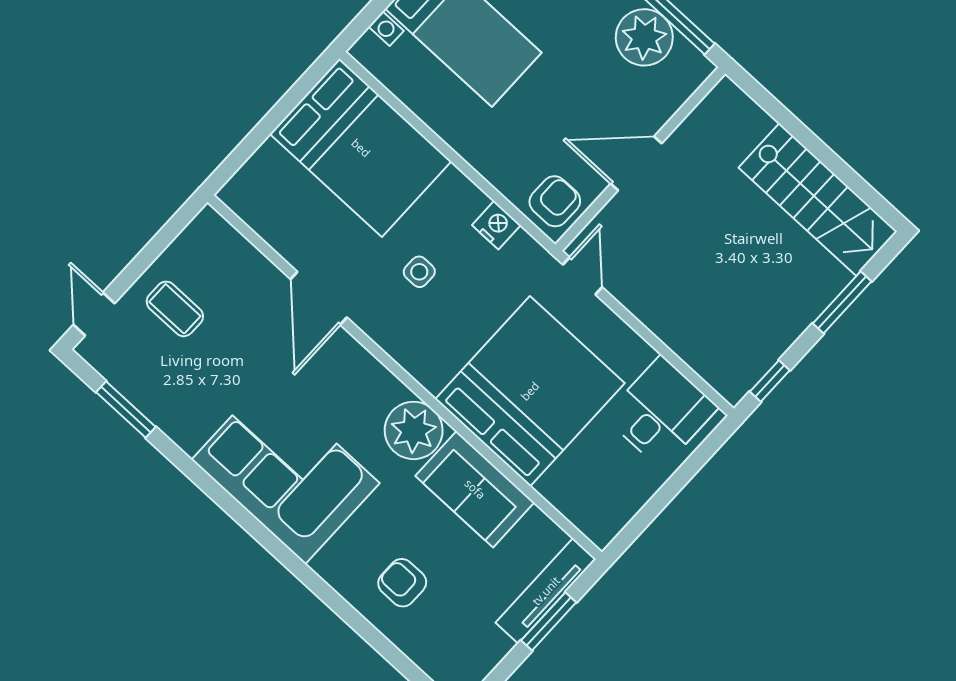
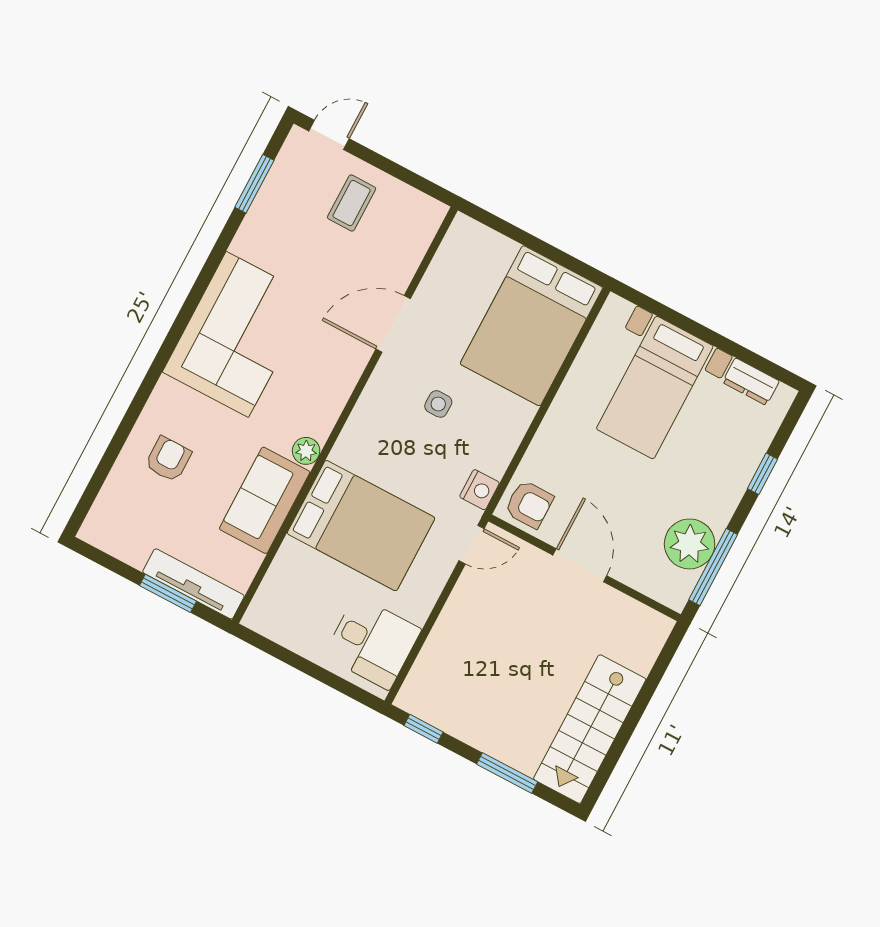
nightstand: (496, 225) -> (480, 490), moved
bed: (530, 391) -> (361, 526), width x0.73
plant: (414, 430) -> (306, 451), width x0.53, depth x0.53

